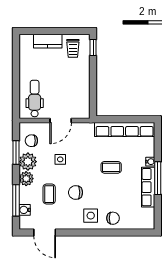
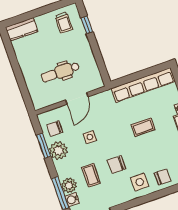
kitchen counter: (48, 41) -> (22, 29), moved
window: (93, 48) -> (87, 25), moved
dental chair: (35, 99) -> (60, 72), moved, turned -90
plant: (26, 179) -> (69, 185), moved

